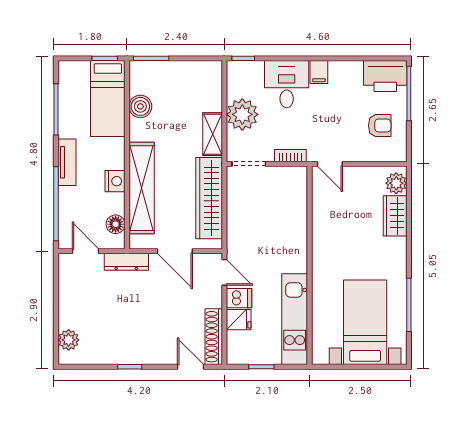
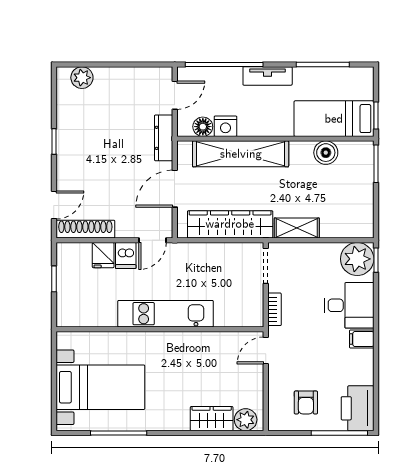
plant: (242, 114) -> (357, 259), moved
nightstand: (115, 181) -> (225, 126), moved
kitchen unit: (295, 319) -> (165, 314), moved

